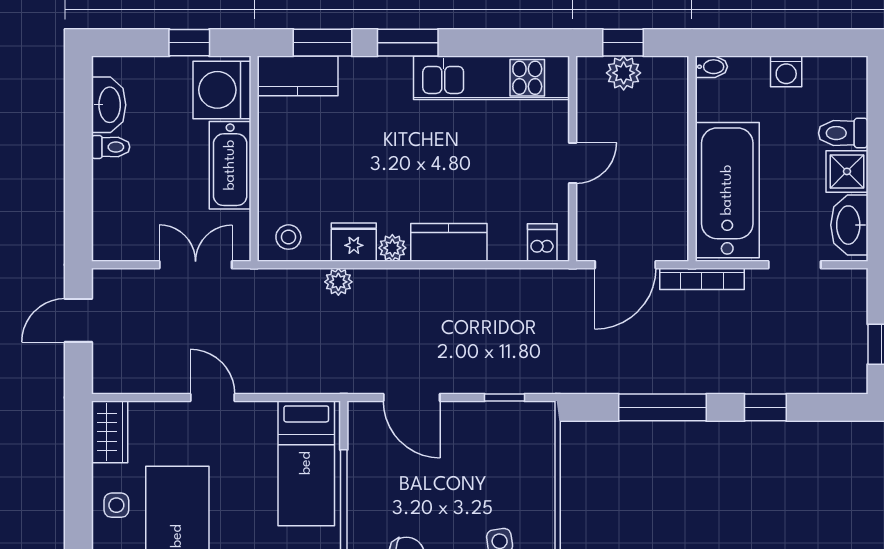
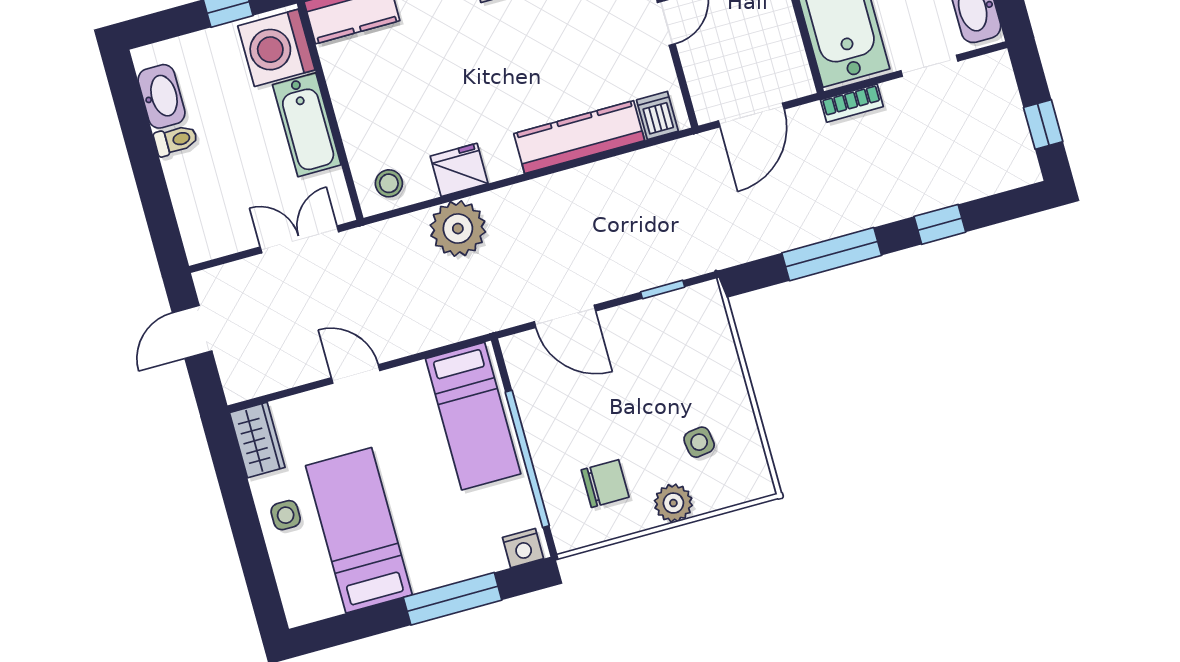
kitchen counter: (449, 242) -> (579, 137), width x1.50
plant: (392, 248) -> (501, 165), removed
bookcase: (702, 279) -> (852, 103), width x0.64
plant: (338, 282) -> (458, 229), width x1.88, depth x1.88

